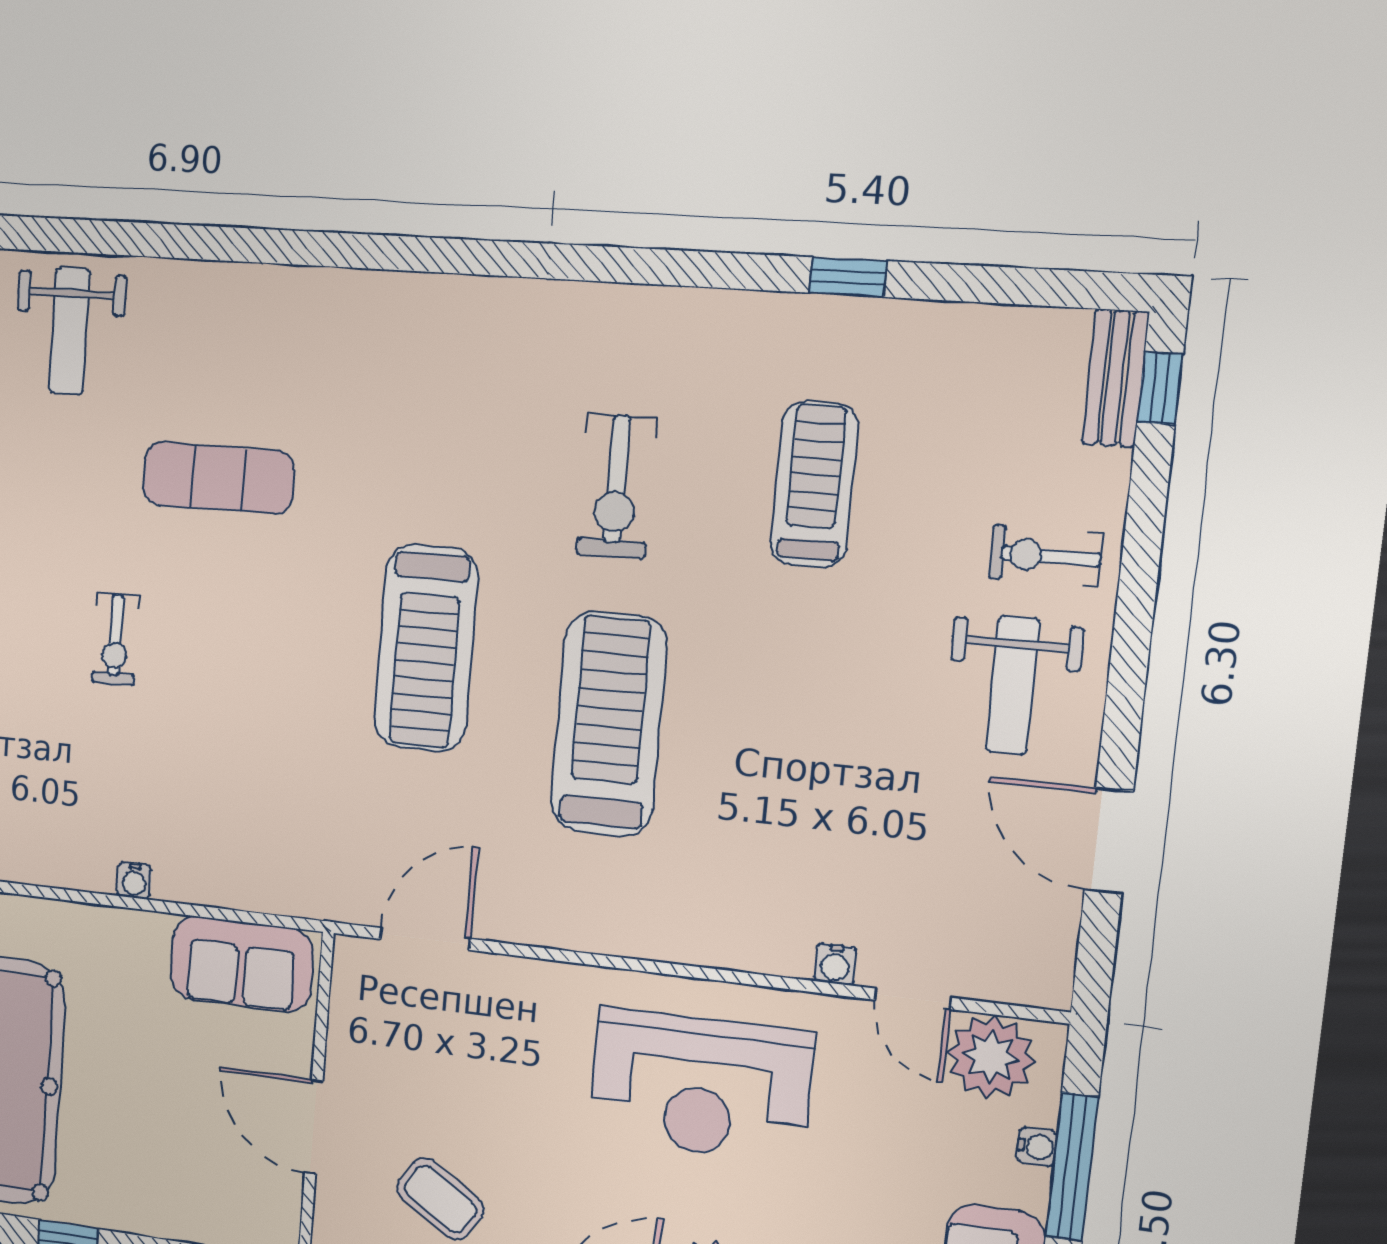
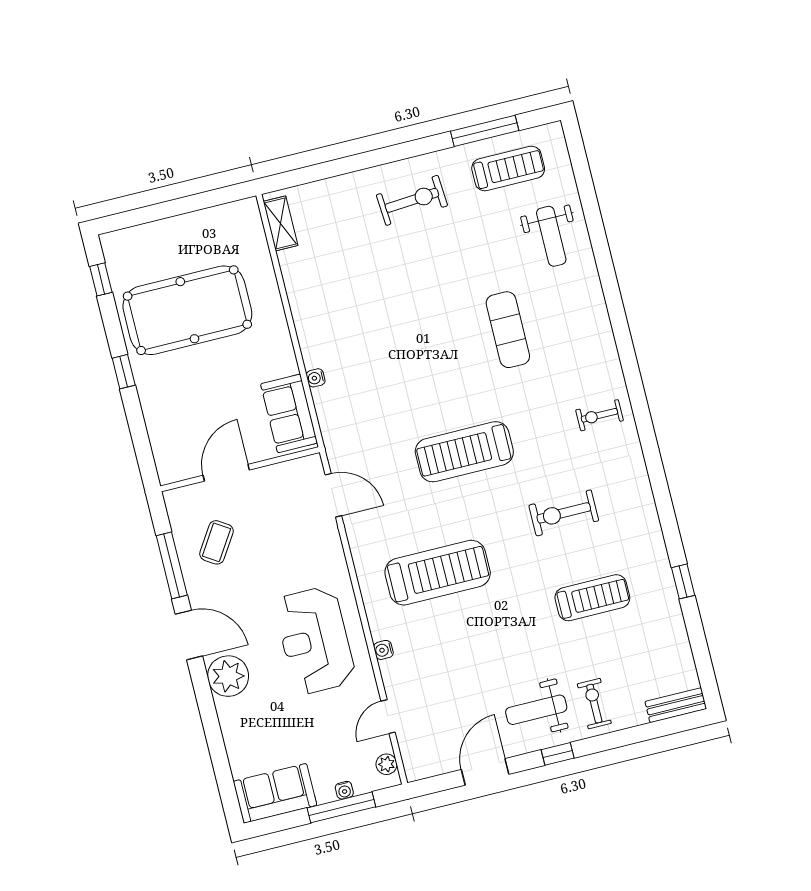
weight bench: (70, 331) -> (551, 236), turned -90
window: (1160, 388) -> (558, 754), moved
exercise bike: (115, 639) -> (599, 415), moved
treadmill: (609, 724) -> (438, 573), moved
water cooler: (134, 881) -> (316, 378), moved
water cooler: (835, 964) -> (383, 650), moved
plant: (991, 1057) -> (387, 764), width x0.53, depth x0.53

